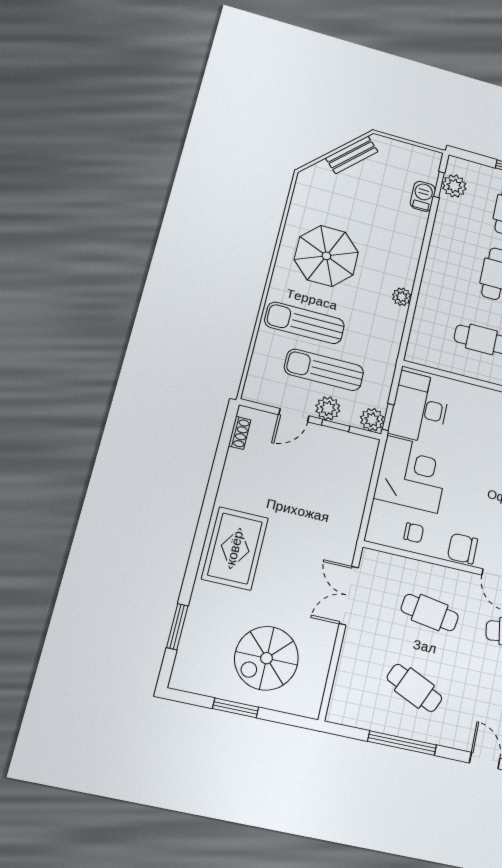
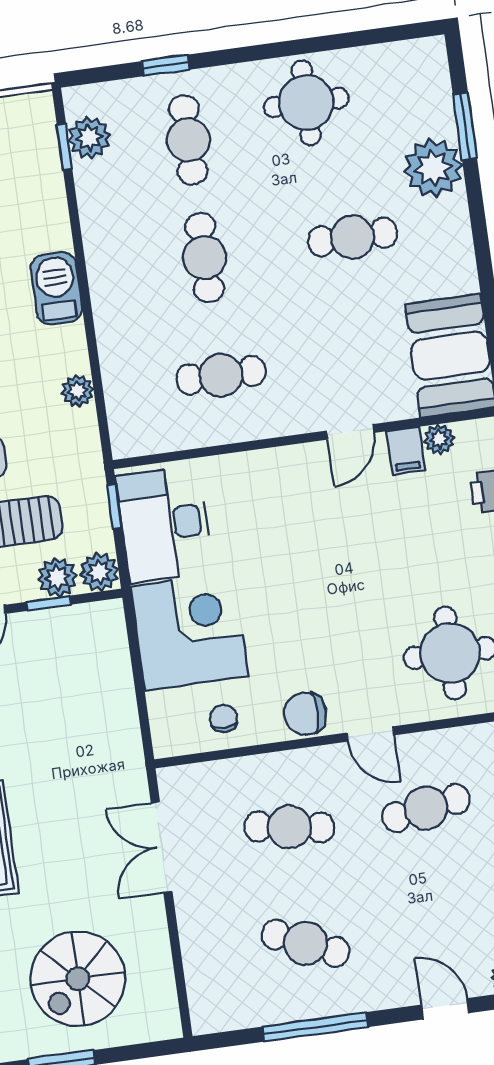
barbecue: (423, 196) -> (56, 288), moved, width x1.38, depth x1.27
plant: (402, 297) -> (78, 391), moved
plant: (328, 408) -> (57, 577), moved
window: (388, 417) -> (114, 506), moved
chair: (414, 533) -> (223, 719), turned -90

